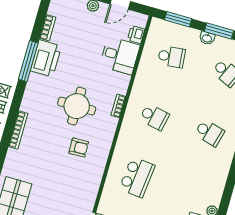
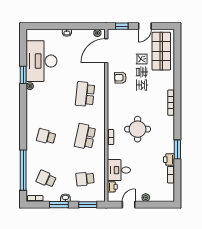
printer: (46, 58) -> (169, 160), width x0.53, depth x0.68
window: (28, 61) -> (177, 149), width x0.69
school desk: (154, 117) -> (85, 137), width x1.85
armchair: (79, 148) -> (120, 78), moved

